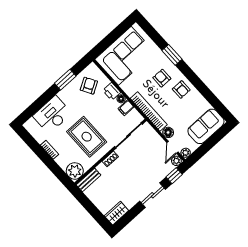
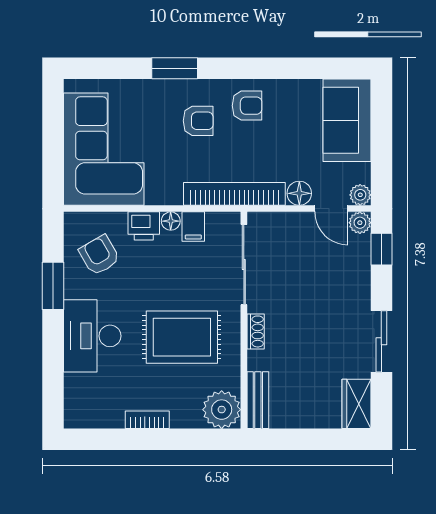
armchair: (162, 78) -> (198, 121), turned 180
desk: (52, 115) -> (92, 336), moved
sliding door: (153, 195) -> (381, 341), moved

